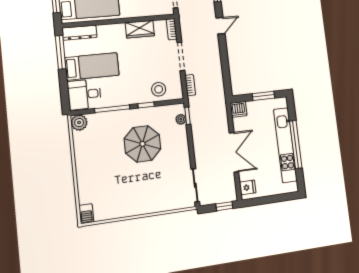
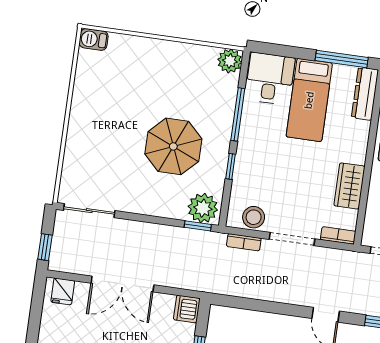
stool: (159, 89) -> (254, 217), moved
plant: (181, 119) -> (203, 208), width x1.88, depth x1.88

